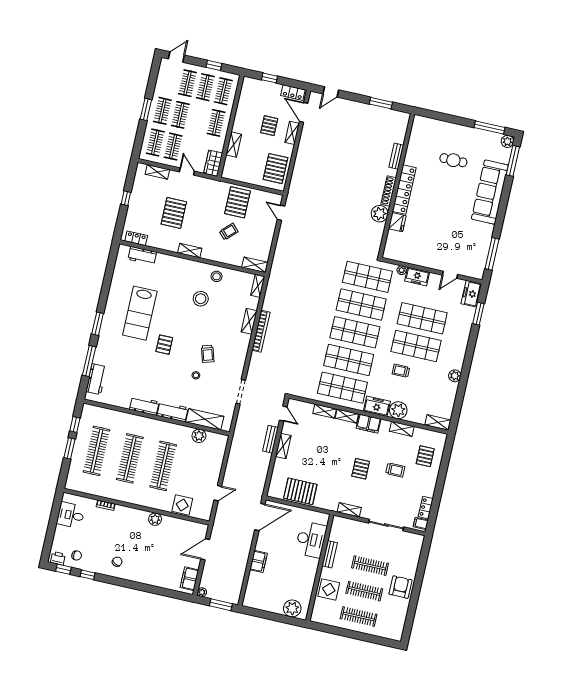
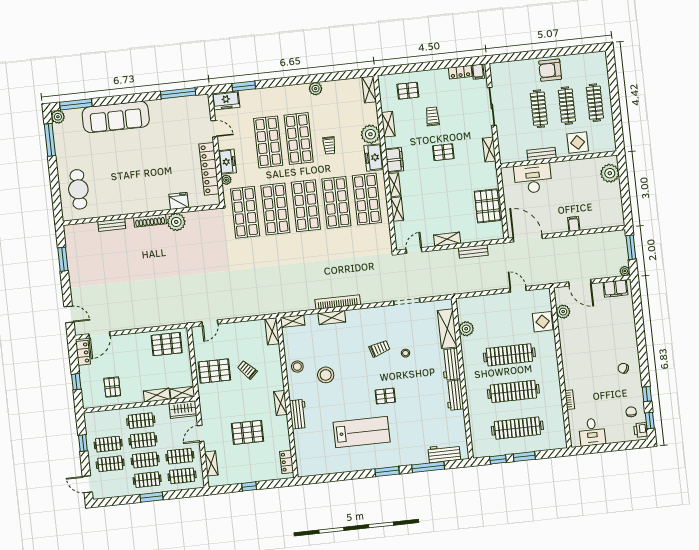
clothes rail: (223, 91) -> (143, 440), moved
pallet: (269, 126) -> (112, 387), moved, turned 90
shelving: (292, 133) -> (182, 393), moved
cafe table: (453, 160) -> (78, 189), moved, width x1.37, depth x1.35
locker: (404, 190) -> (209, 169), moved, turned -90
workbench: (142, 256) -> (298, 414), moved
bench: (270, 439) -> (473, 251), moved
plant: (155, 519) -> (563, 312), moved
filing cabinet: (259, 561) -> (574, 224), width x0.50

